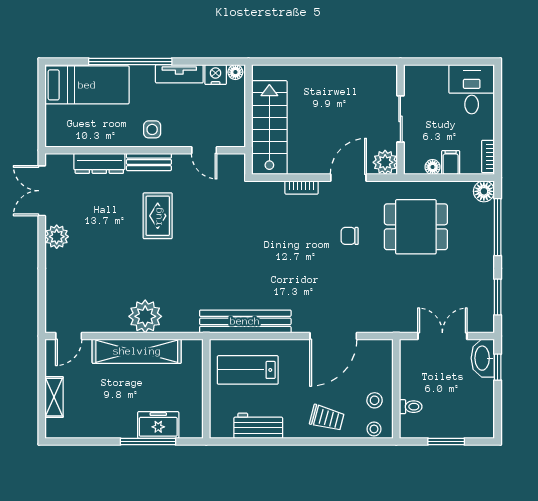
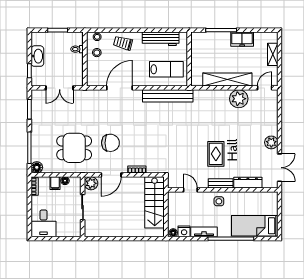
chair: (350, 236) -> (110, 143), width x1.87, depth x1.87
plant: (145, 316) -> (239, 99), moved
washbasin: (483, 358) -> (37, 56), moved
freezer: (158, 425) -> (242, 39), moved
workbench: (258, 426) -> (161, 39), width x1.38

